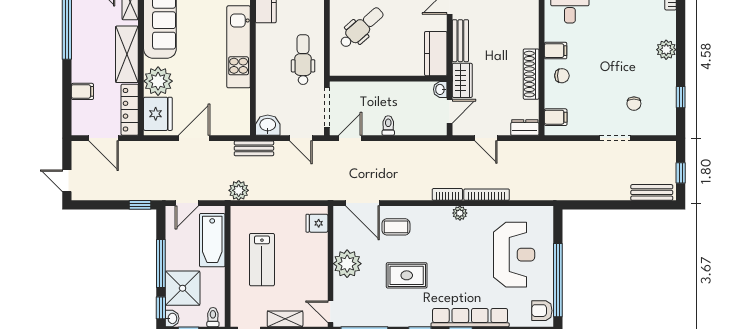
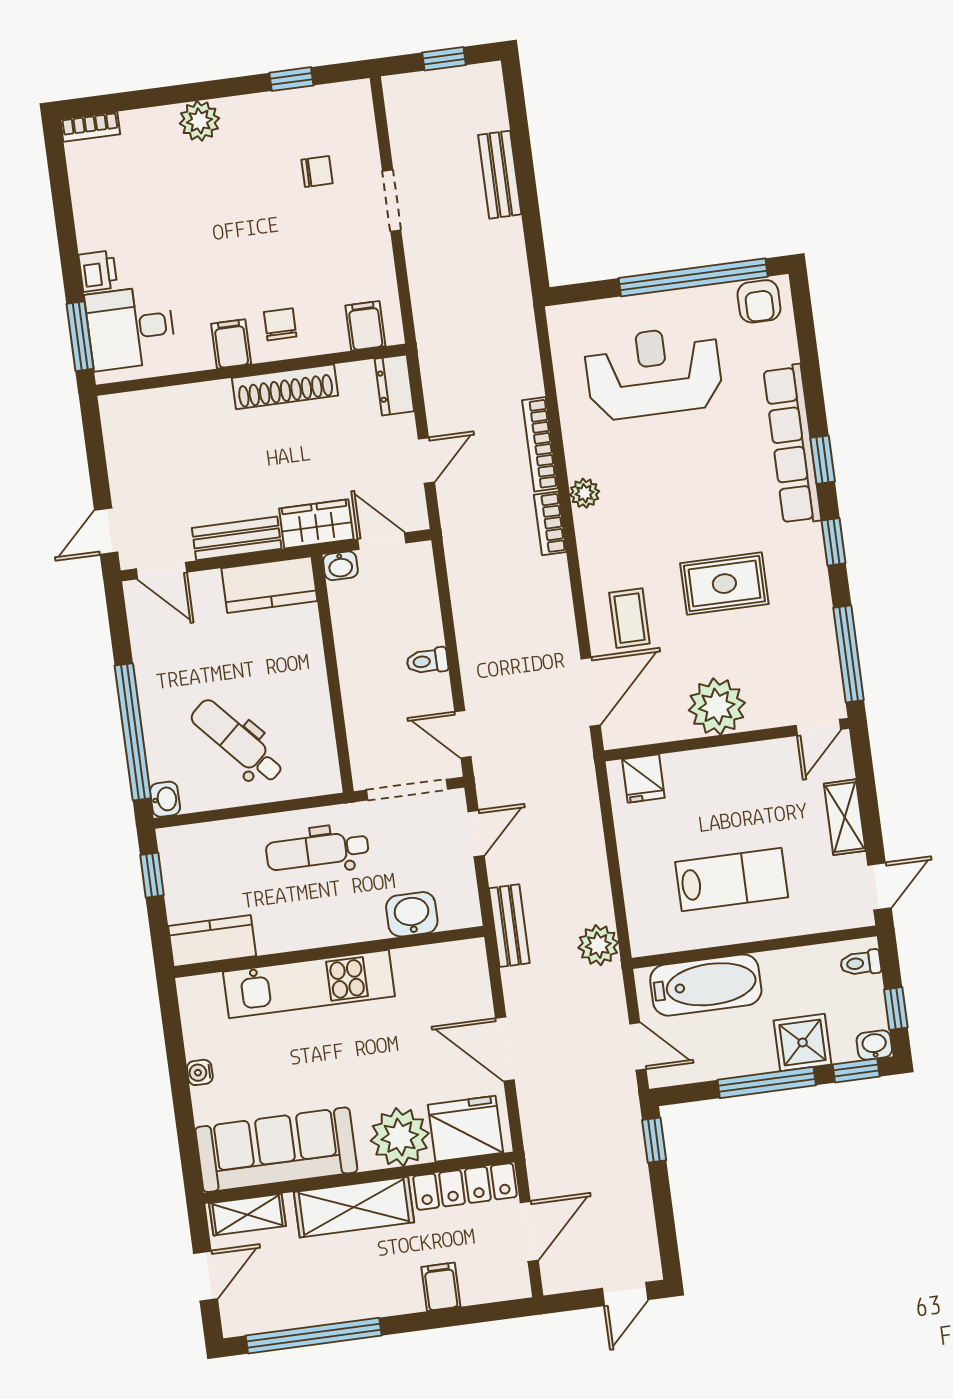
washbasin: (268, 125) -> (412, 914), moved, turned 90
bench: (652, 192) -> (500, 175), moved
rug: (407, 275) -> (724, 584), turned 90
shower: (183, 288) -> (803, 1042), width x0.73, depth x0.73

